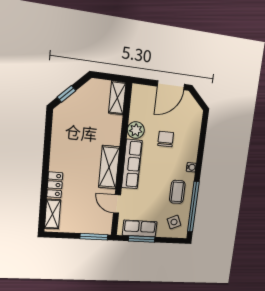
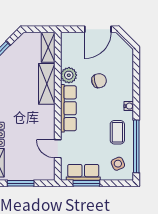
chair: (166, 139) -> (99, 81), turned 75
shelving: (109, 167) -> (47, 84), moved
window: (94, 237) -> (21, 183), moved

